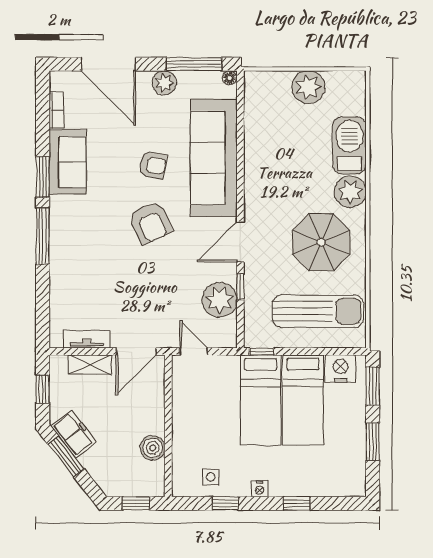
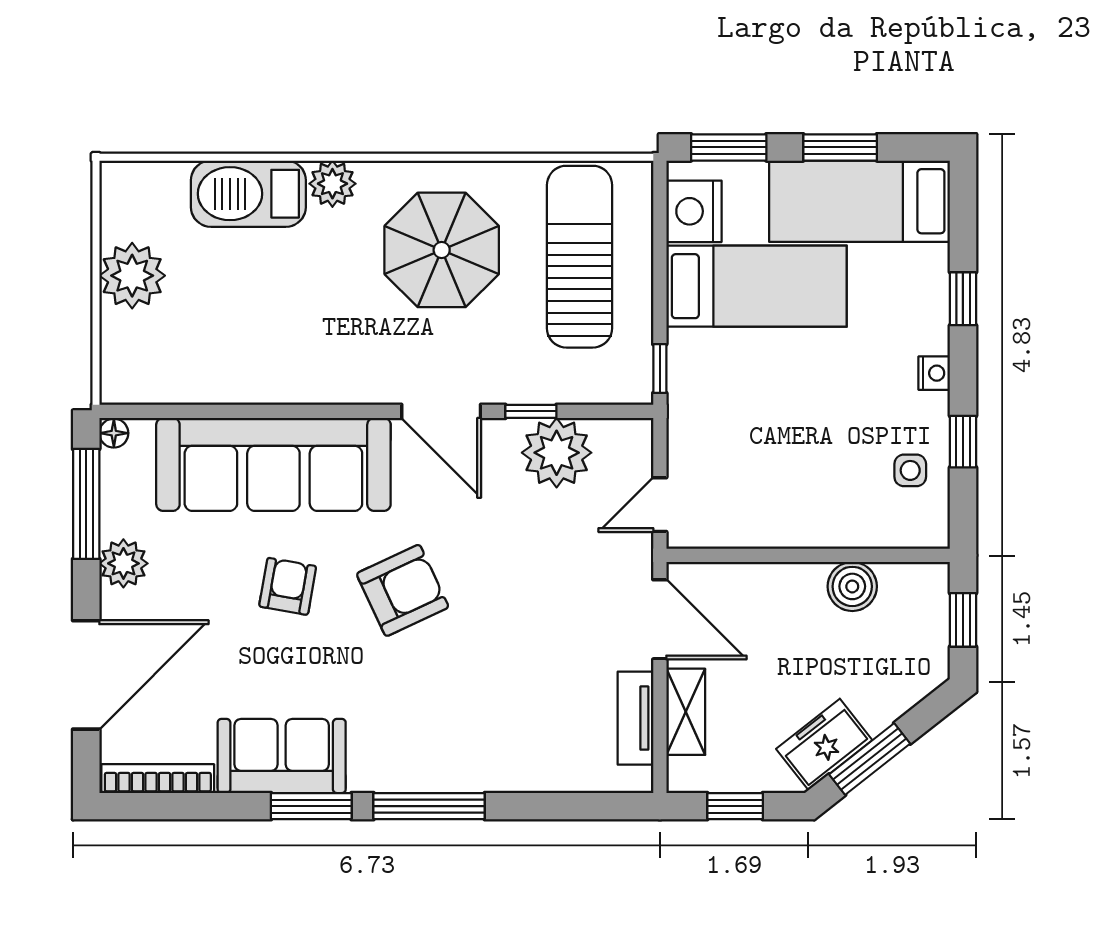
bookcase: (56, 110) -> (158, 779), width x1.56
plant: (350, 192) -> (332, 184), width x0.73, depth x0.73
bed: (261, 400) -> (860, 201), moved, turned 180

